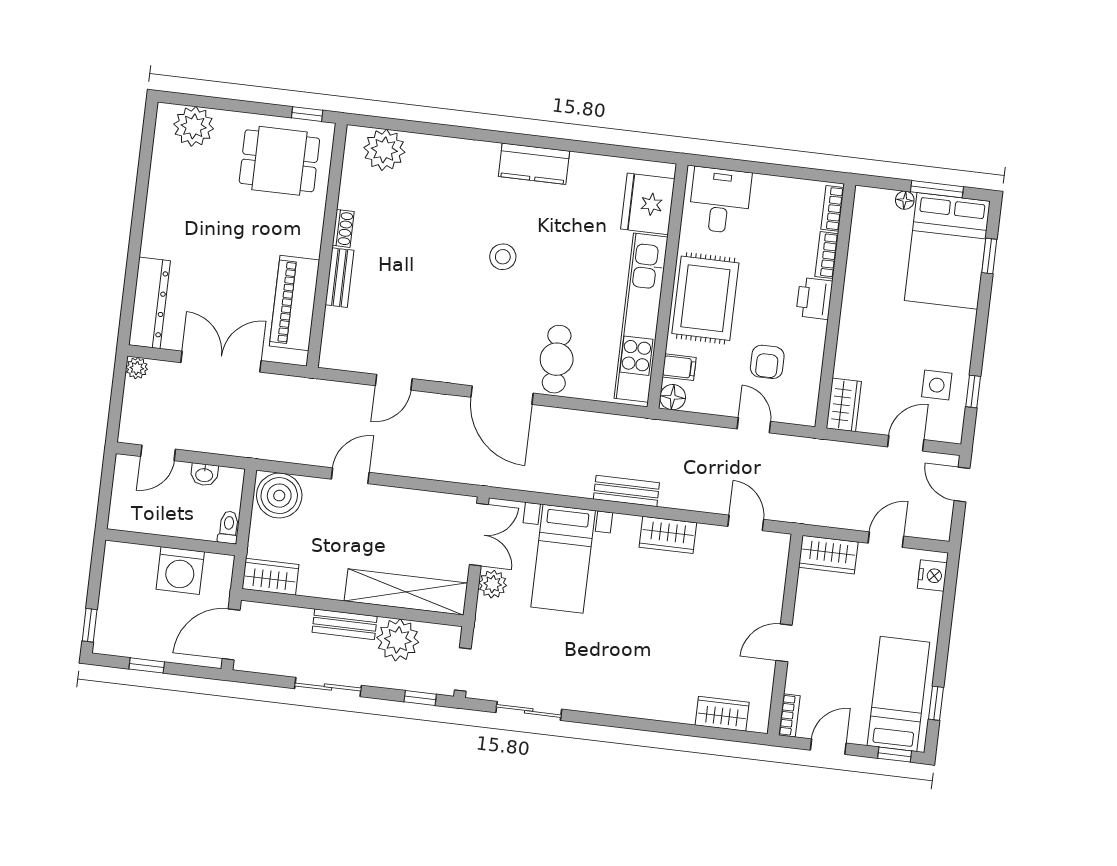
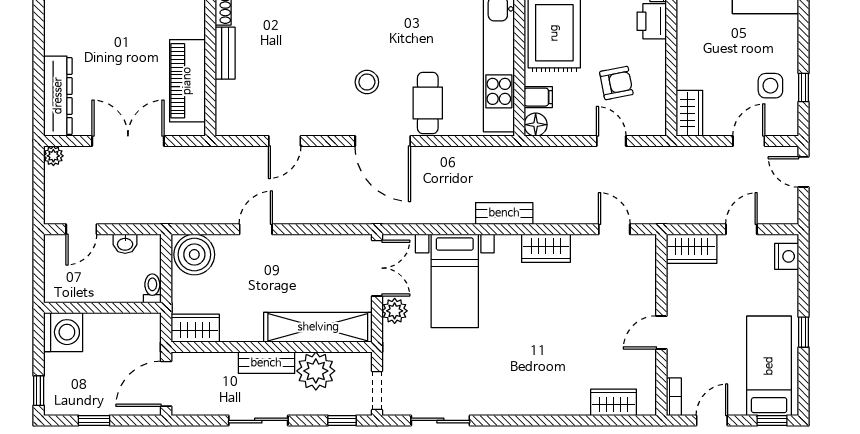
stool: (503, 257) -> (367, 82), moved
armchair: (767, 362) -> (616, 83), turned -101
washing machine: (180, 571) -> (63, 332), moved, turned -90
window: (936, 703) -> (804, 332), moved

